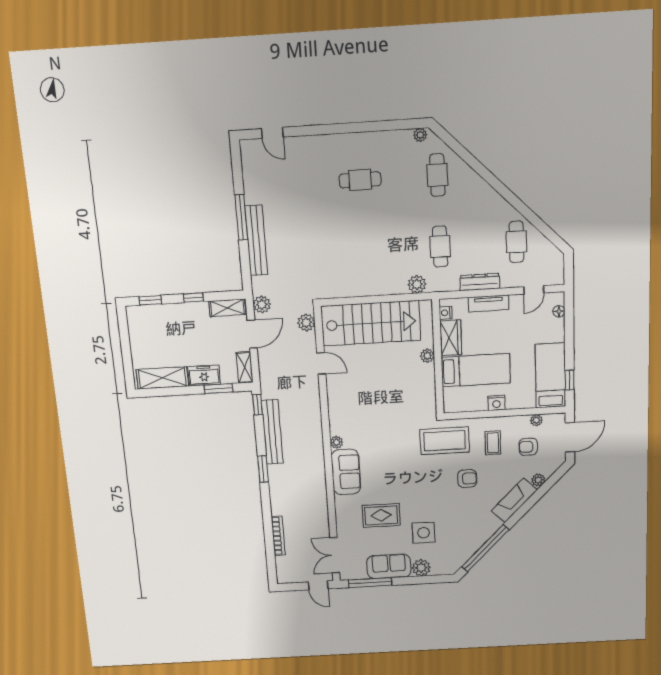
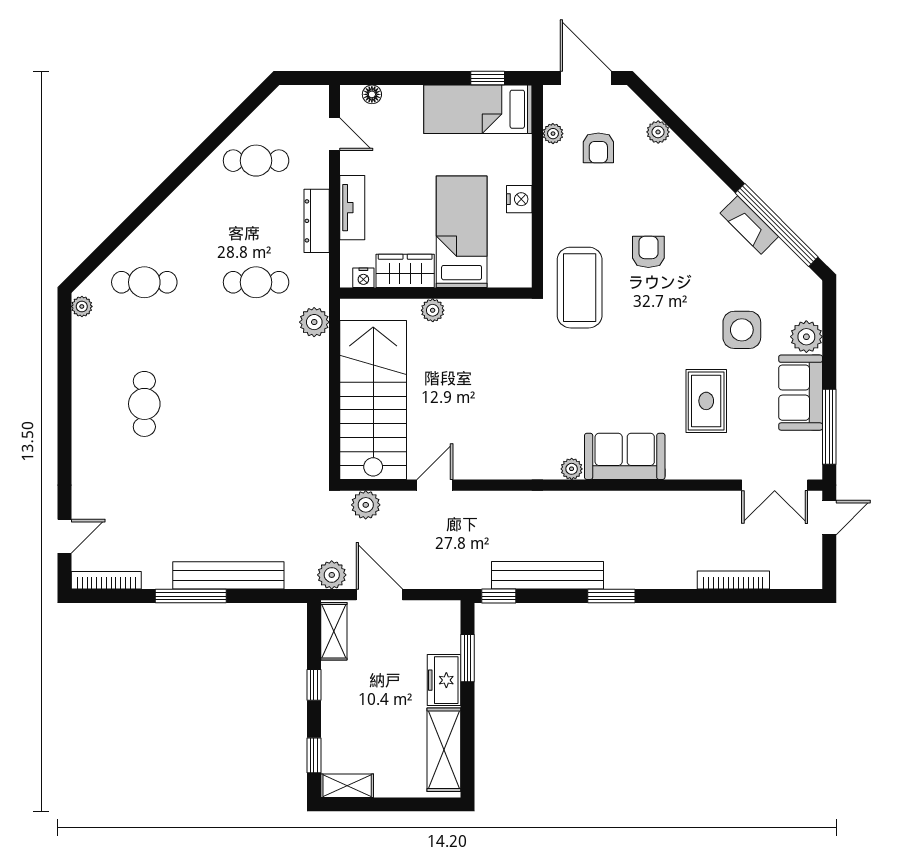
bookcase: (247, 162) -> (106, 580), added
shelving: (245, 367) -> (347, 786), moved
coffee table: (493, 443) -> (588, 207), removed
fireplace: (514, 500) -> (749, 225), moved, width x0.73, depth x0.76

